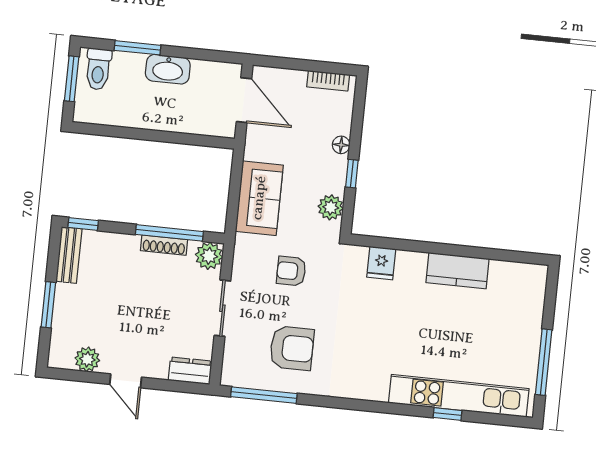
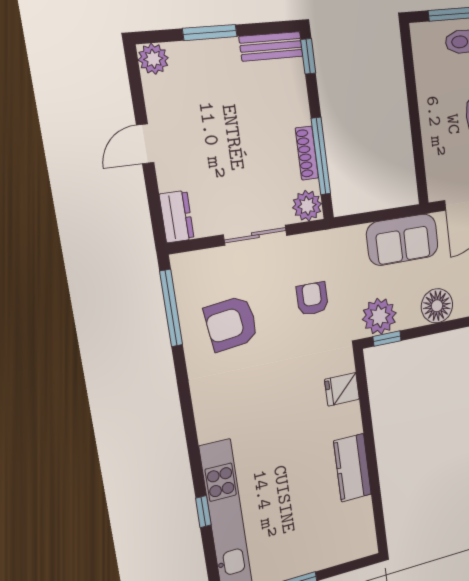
floor lamp: (341, 145) -> (437, 306), width x1.89, depth x1.89
window: (352, 174) -> (387, 339), moved
sofa: (259, 198) -> (403, 240), moved
plant: (331, 207) -> (379, 316), width x1.36, depth x1.36
armchair: (292, 348) -> (231, 324), turned 83
plant: (87, 359) -> (153, 59), moved

